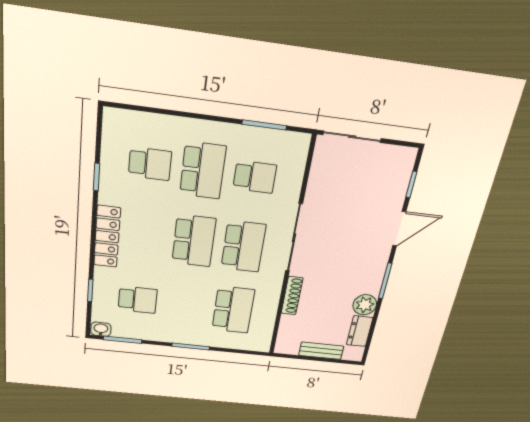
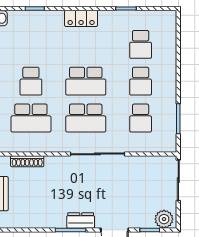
school desk: (203, 170) -> (141, 81), width x0.54
locker: (107, 237) -> (81, 18), width x0.66
shoe rack: (292, 296) -> (27, 161), moved
school desk: (138, 300) -> (31, 81), moved
plant: (365, 305) -> (164, 219), moved
dresser: (360, 331) -> (81, 221), moved

